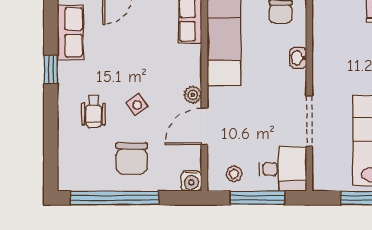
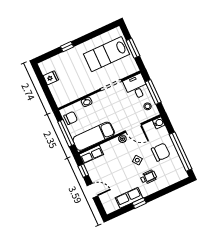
row of seats: (70, 32) -> (129, 198), moved

